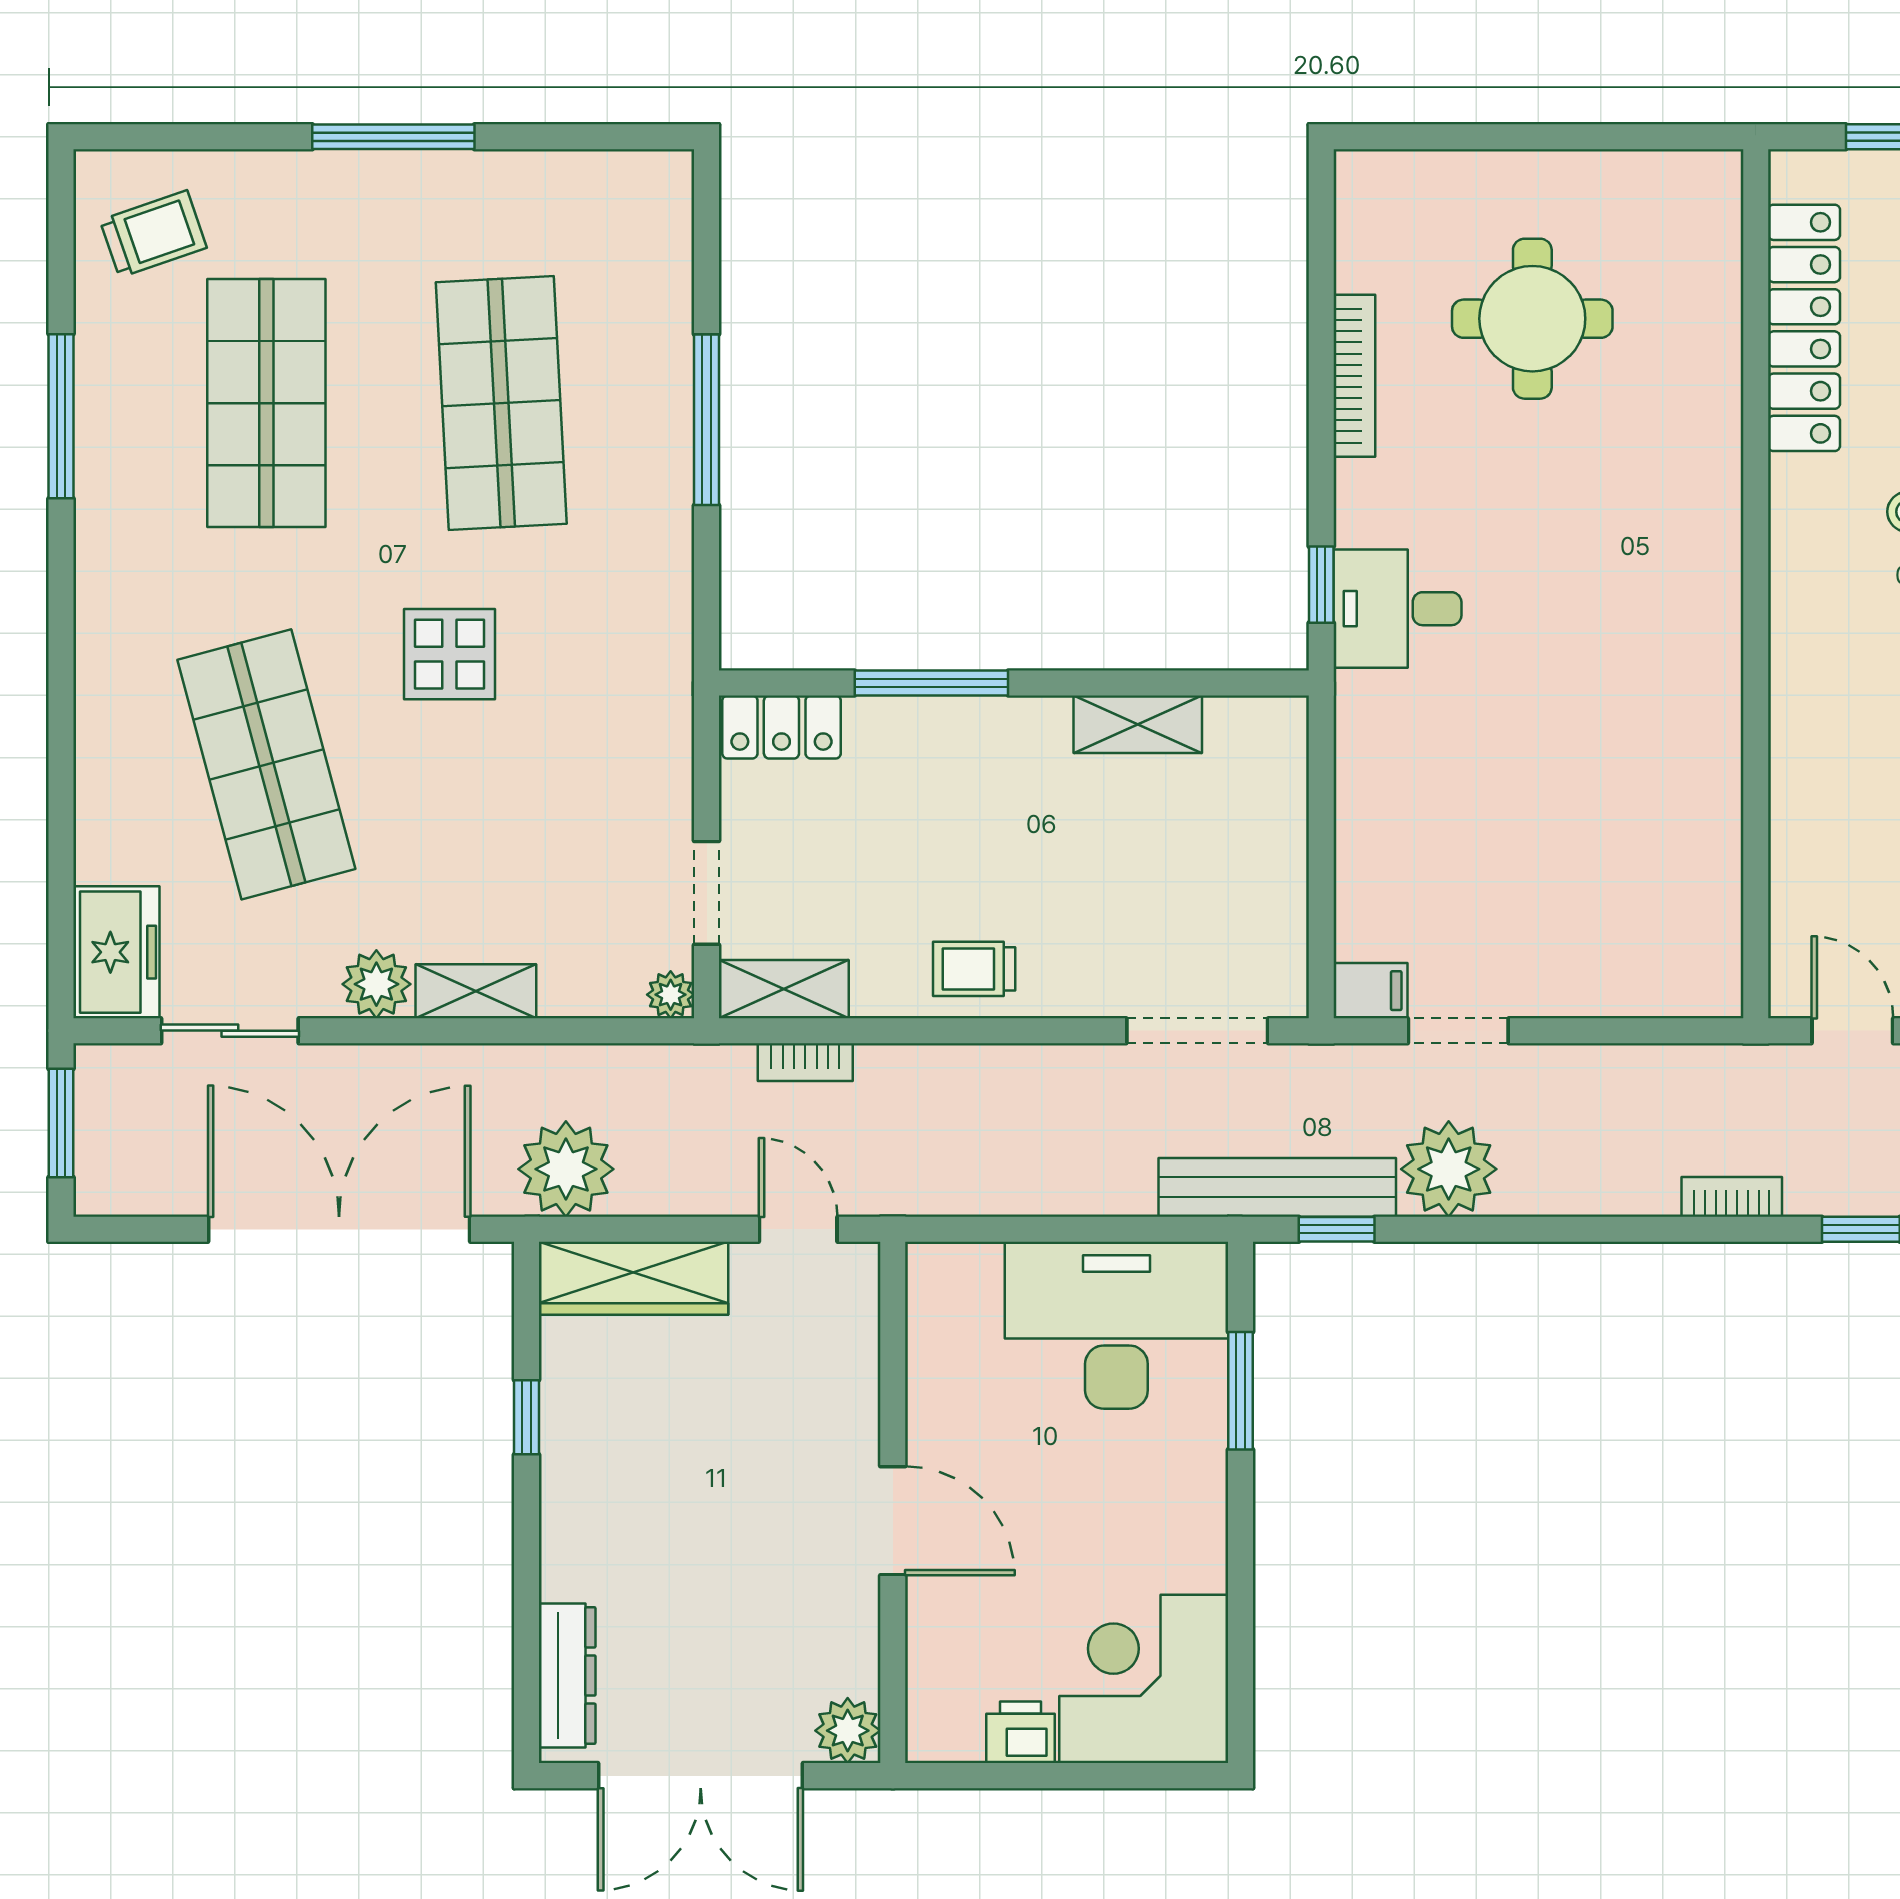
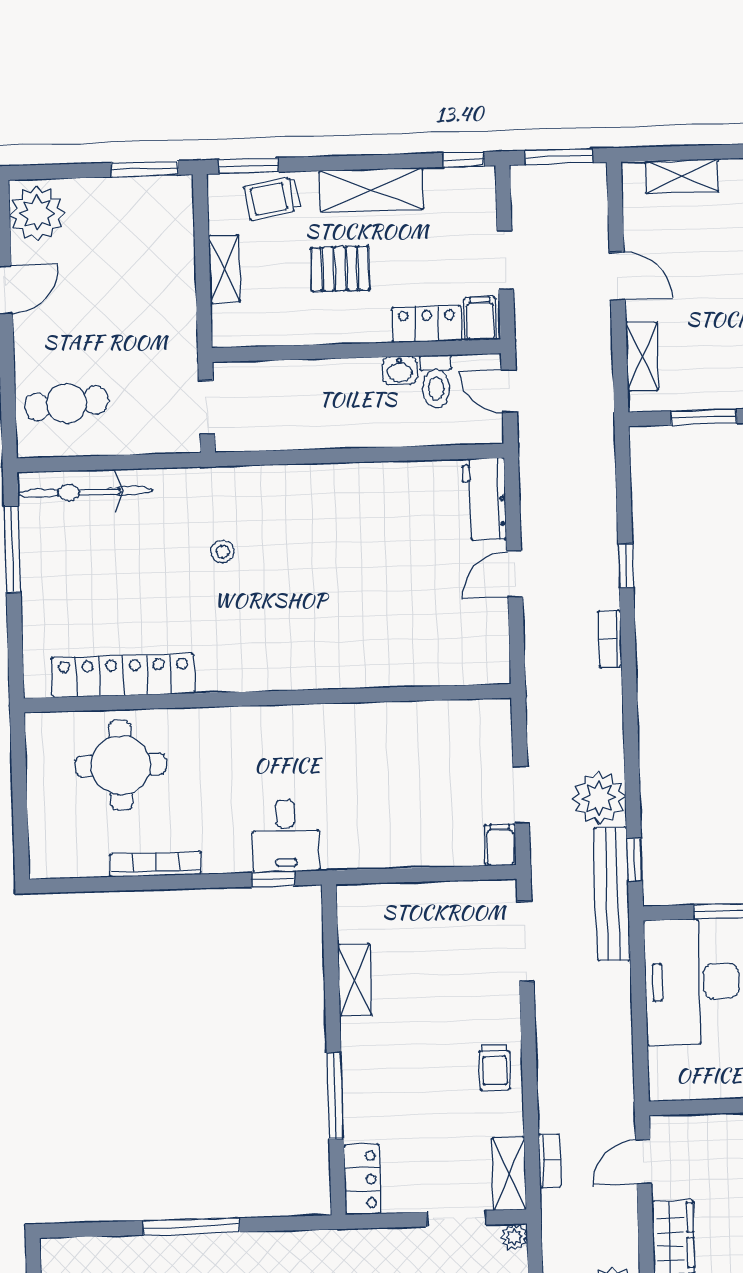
locker: (1804, 328) -> (123, 675), moved
wall: (1756, 584) -> (268, 698), moved

